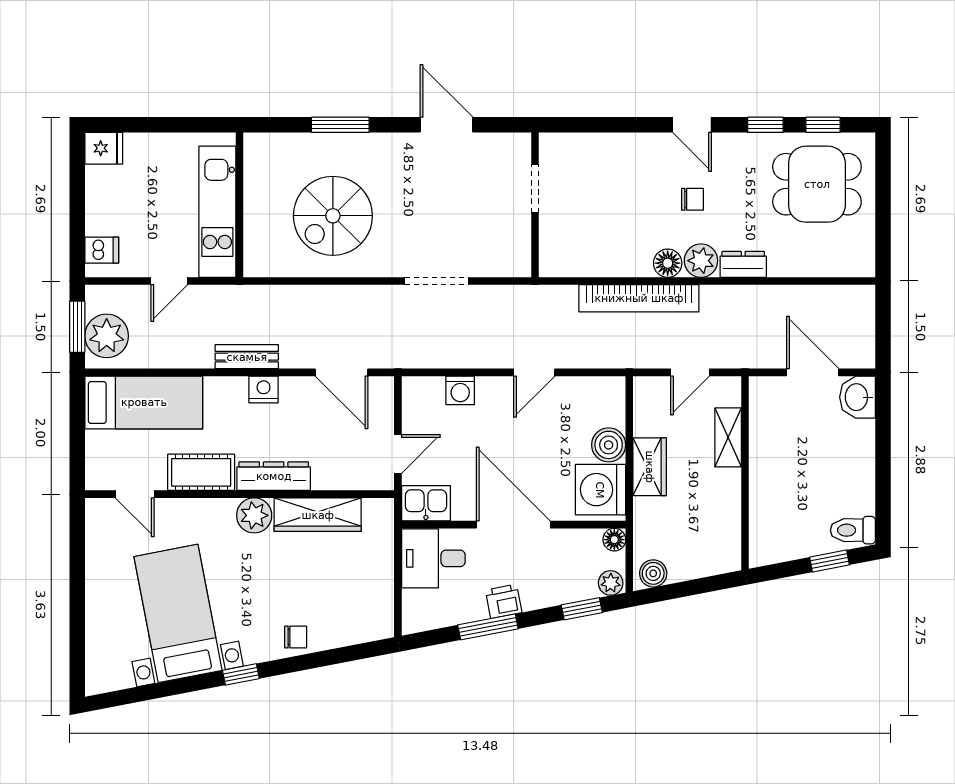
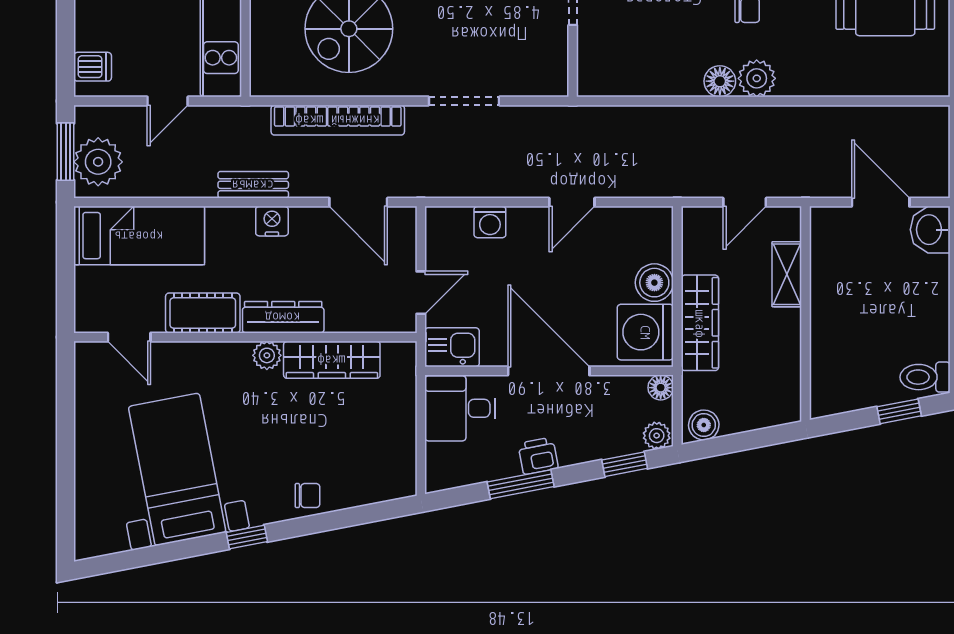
dresser: (743, 264) -> (804, 83), removed
bookcase: (639, 298) -> (338, 120), moved
wardrobe: (650, 467) -> (700, 323), width x1.50
plant: (254, 515) -> (267, 355), width x0.73, depth x0.73

